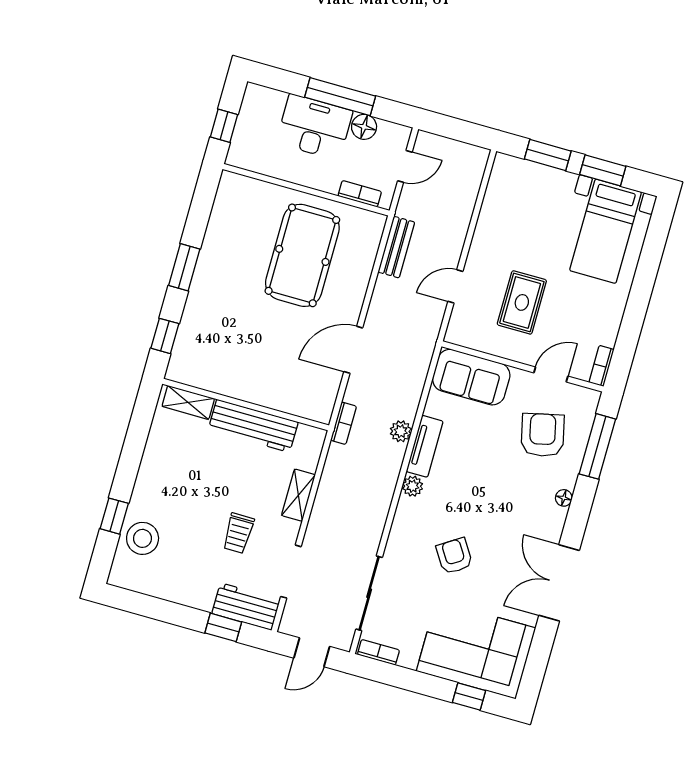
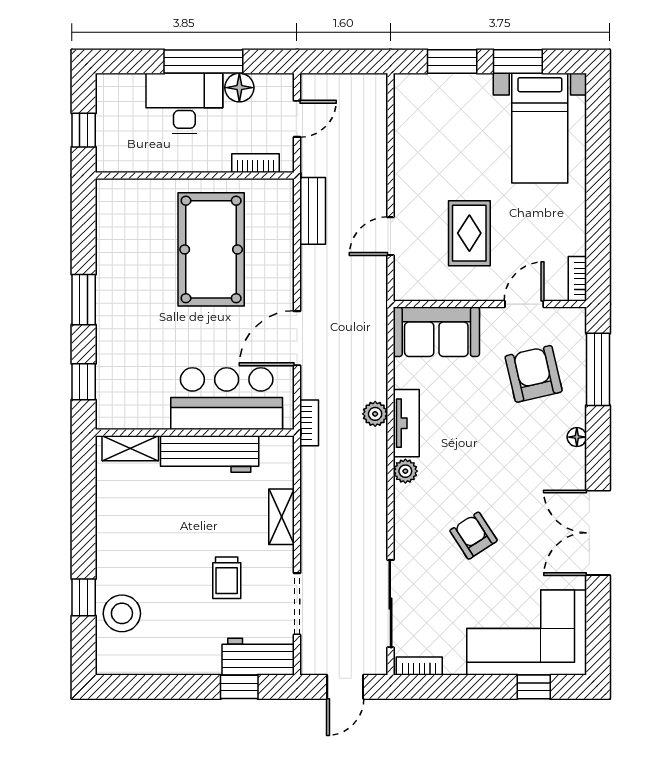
bar counter: (280, 384) -> (227, 399), added

